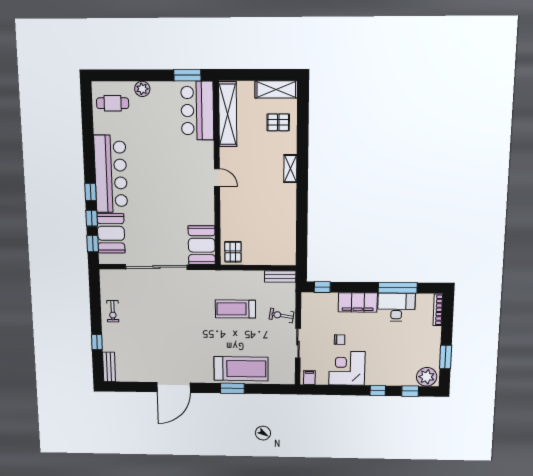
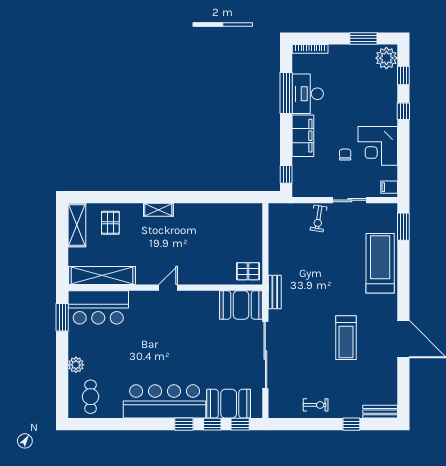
bench: (280, 276) -> (275, 292), moved
treadmill: (235, 309) -> (346, 338), moved
window: (232, 388) -> (403, 227), moved

